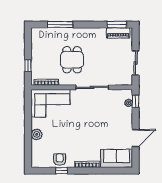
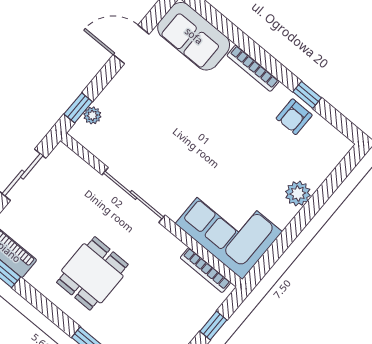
dining table: (72, 60) -> (92, 273), moved

